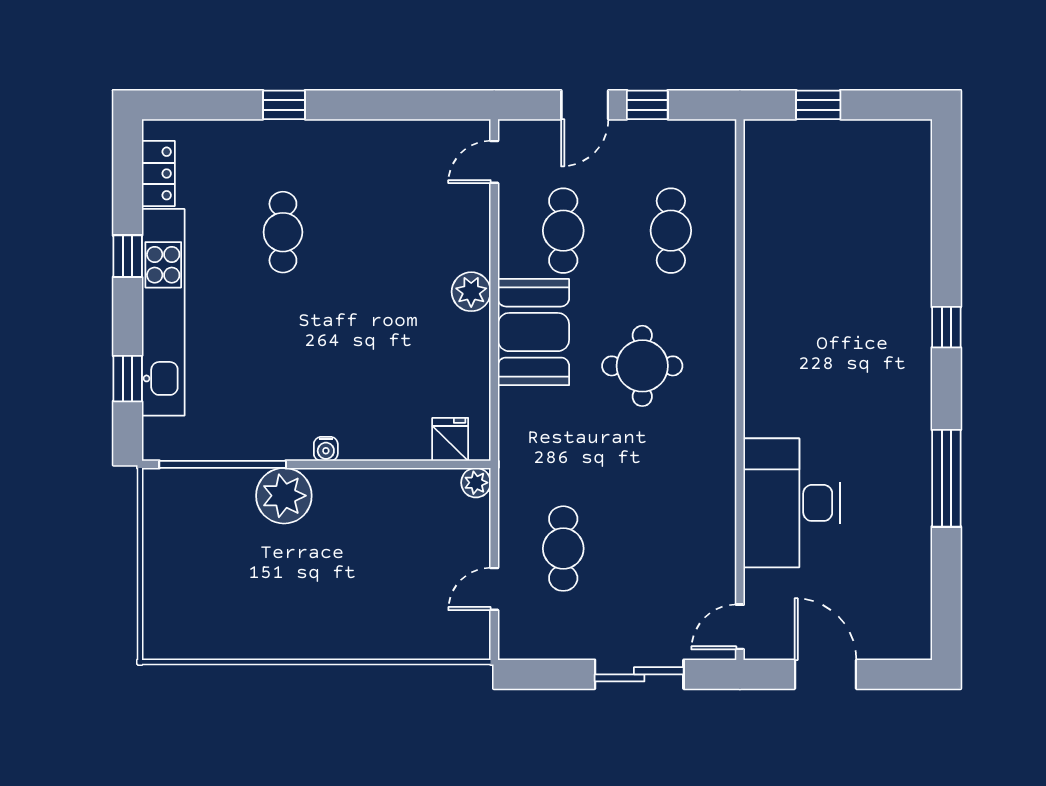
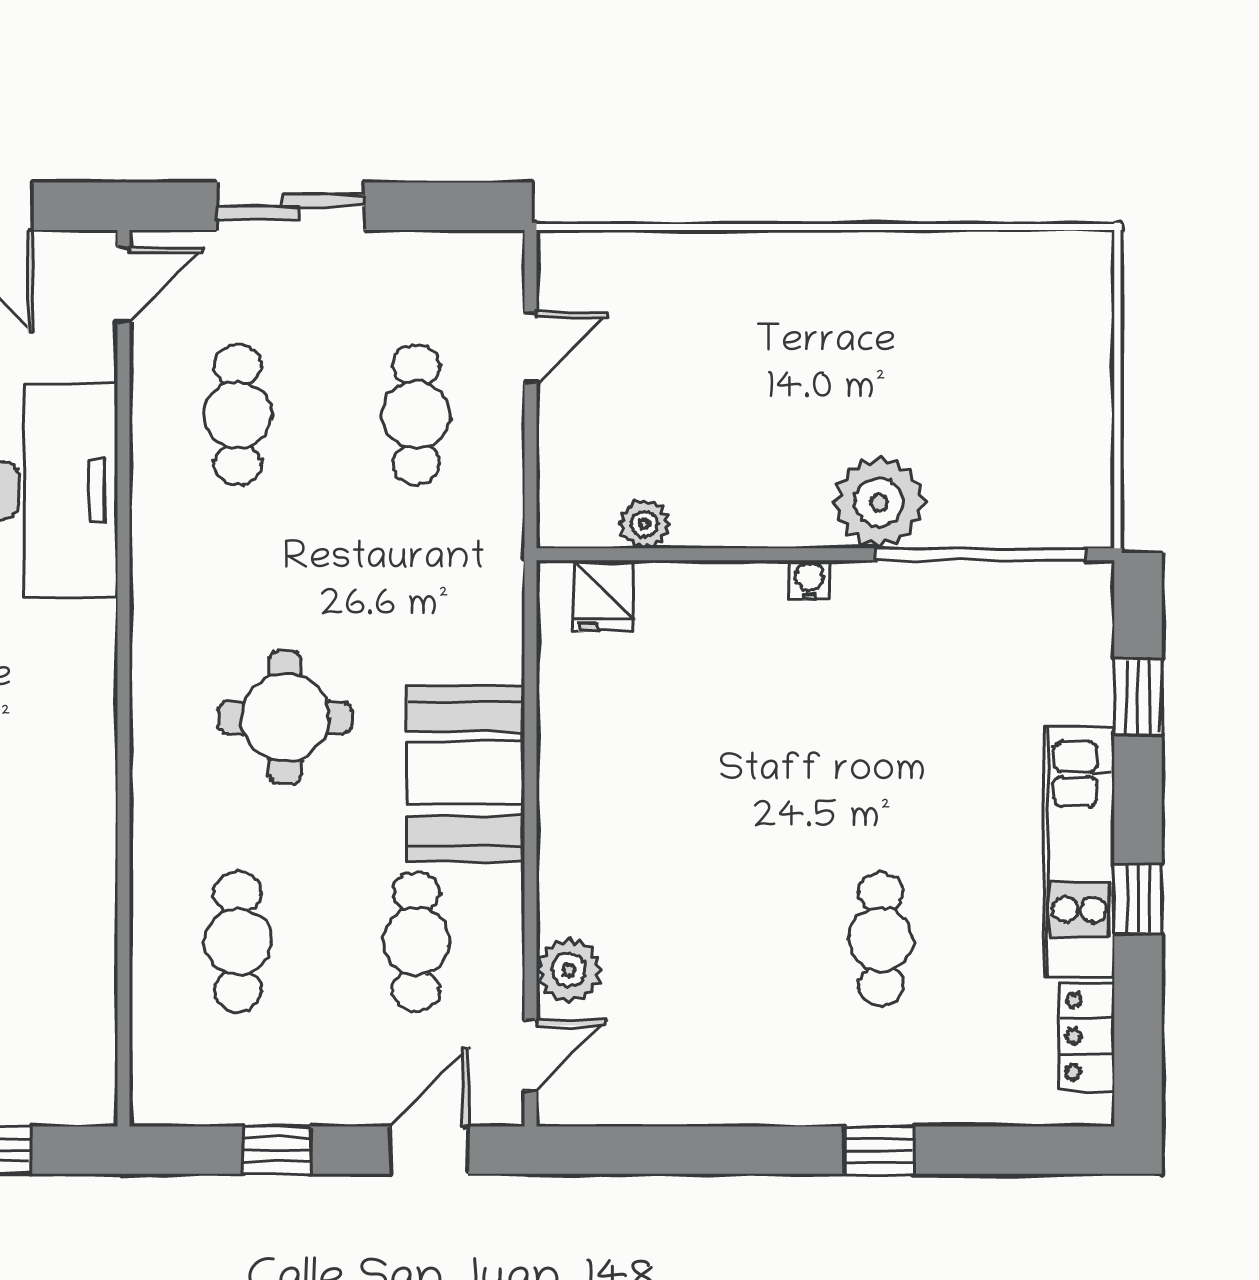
door: (585, 105) -> (429, 1150), moved
plant: (471, 292) -> (569, 970), moved
kitchen unit: (163, 312) -> (1079, 852), width x0.73
plant: (476, 483) -> (644, 524), moved
cafe table: (671, 549) -> (238, 415), added

